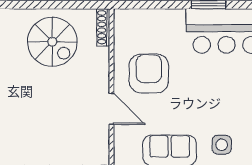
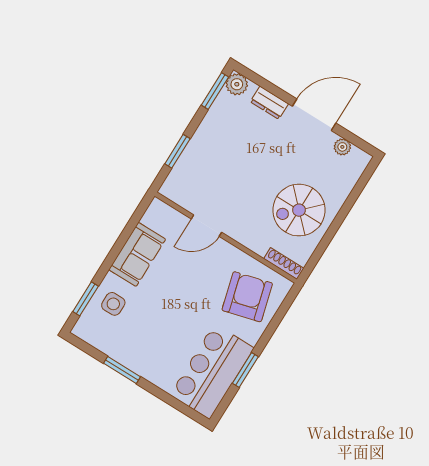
armchair: (149, 73) -> (247, 297), moved, turned -105

